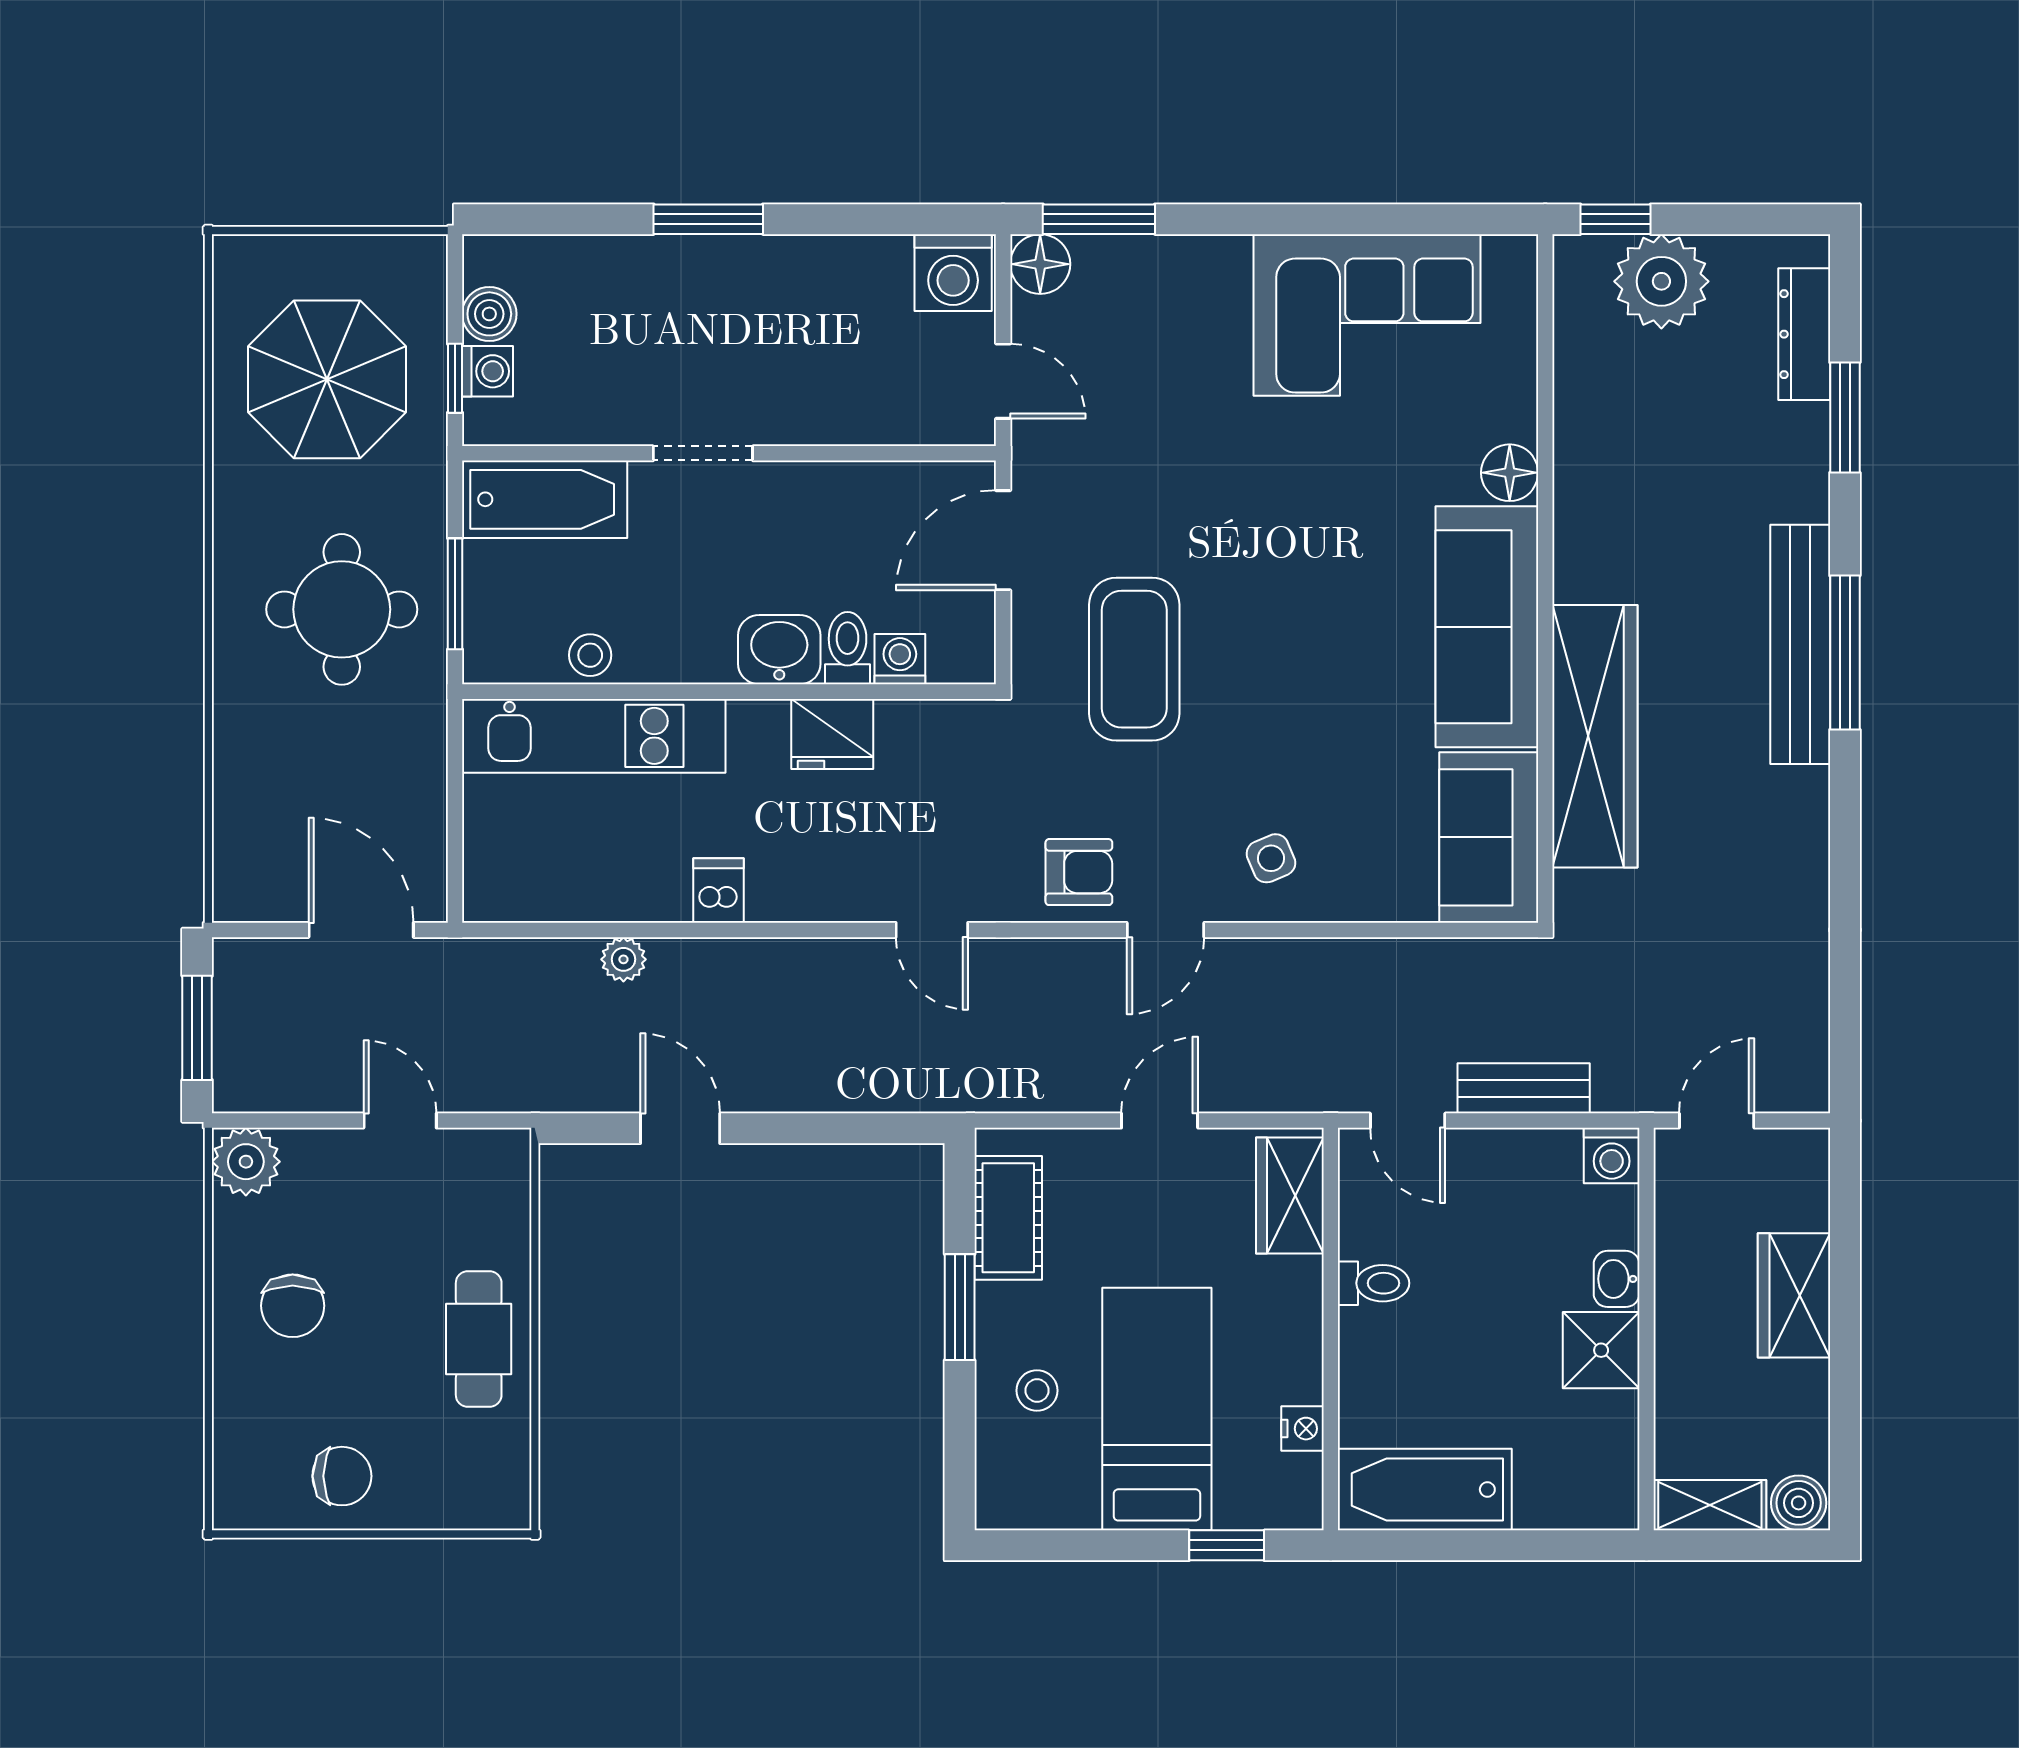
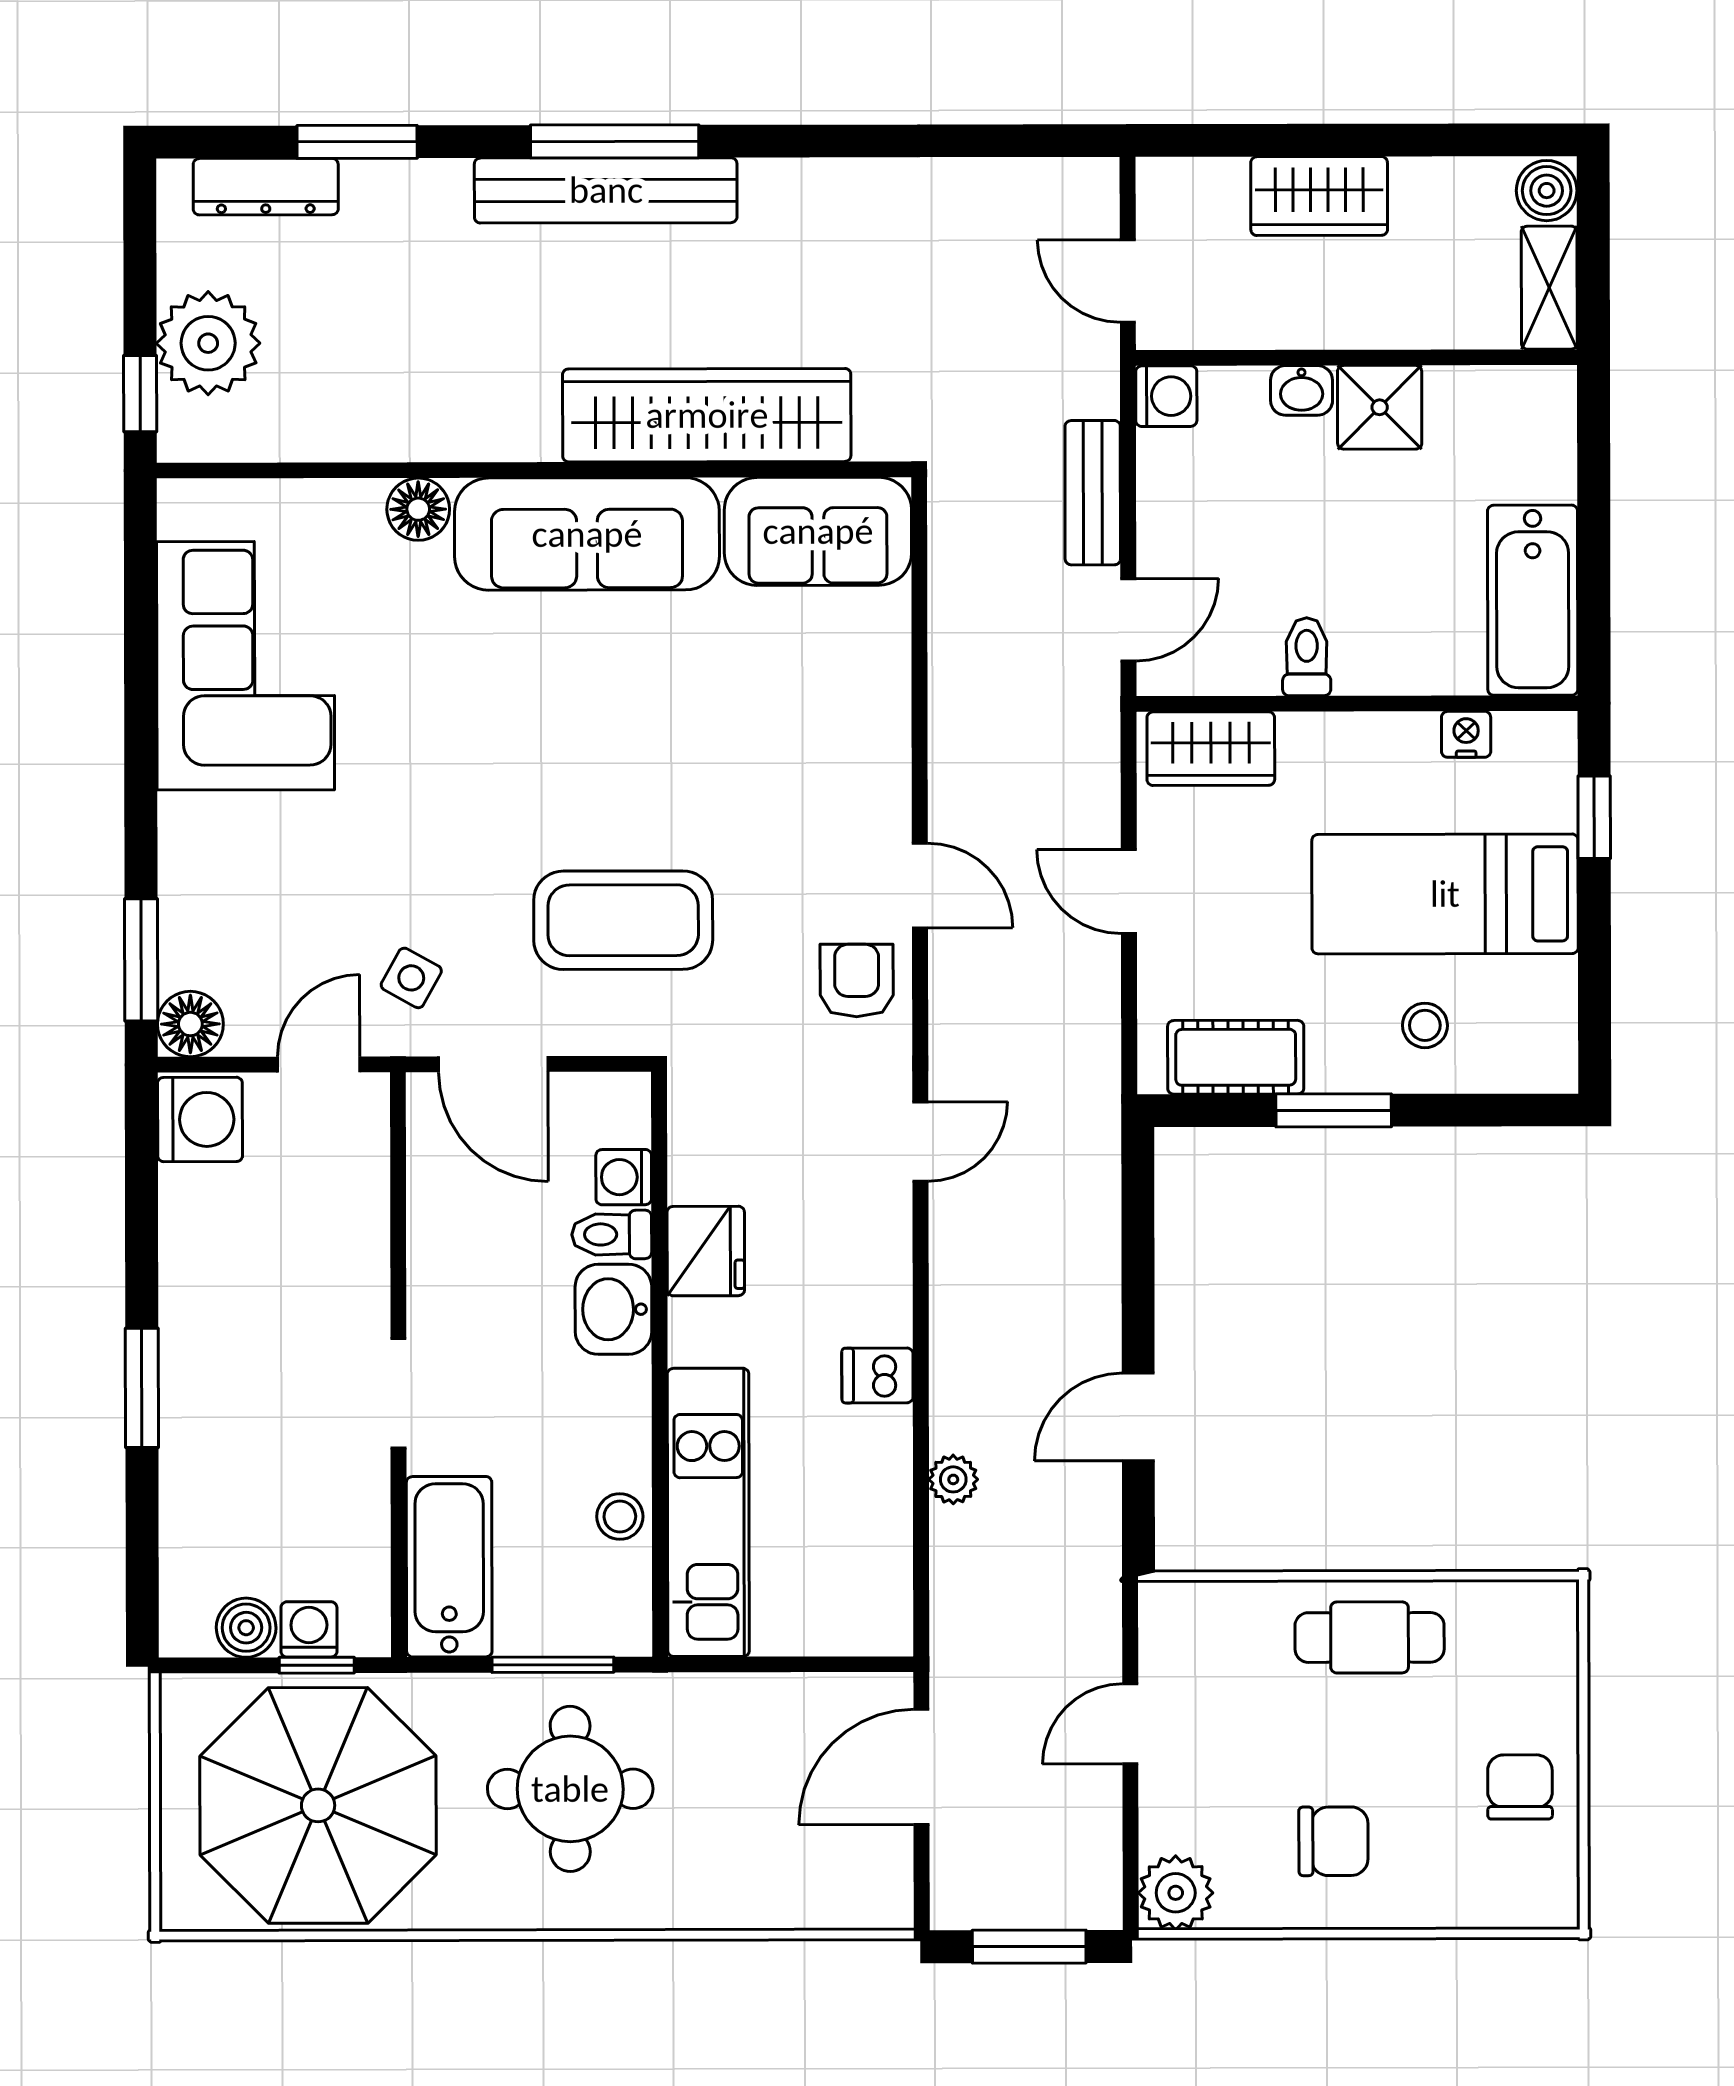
parasol: (327, 379) -> (318, 1805), width x1.36, depth x1.36
side table: (1271, 858) -> (411, 978), moved, turned -38

